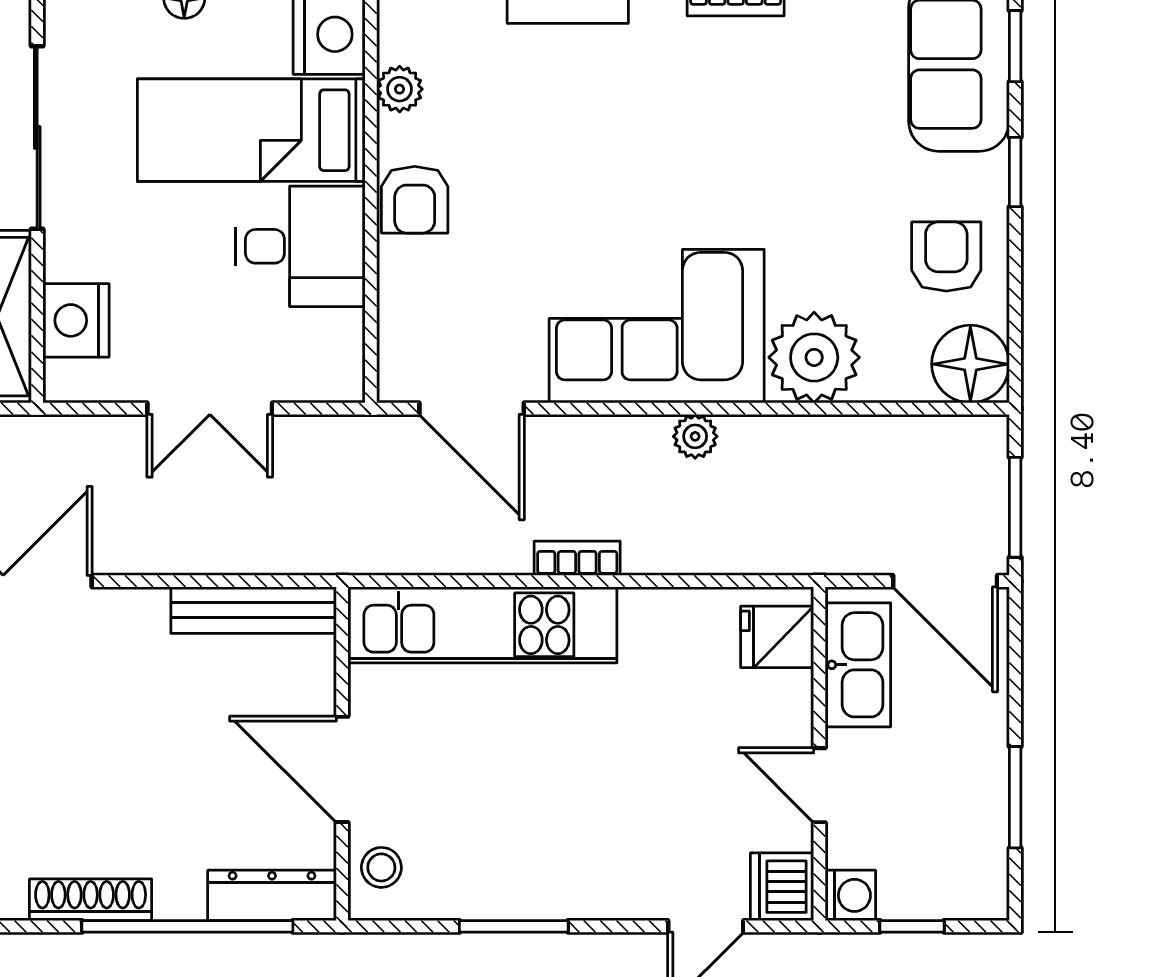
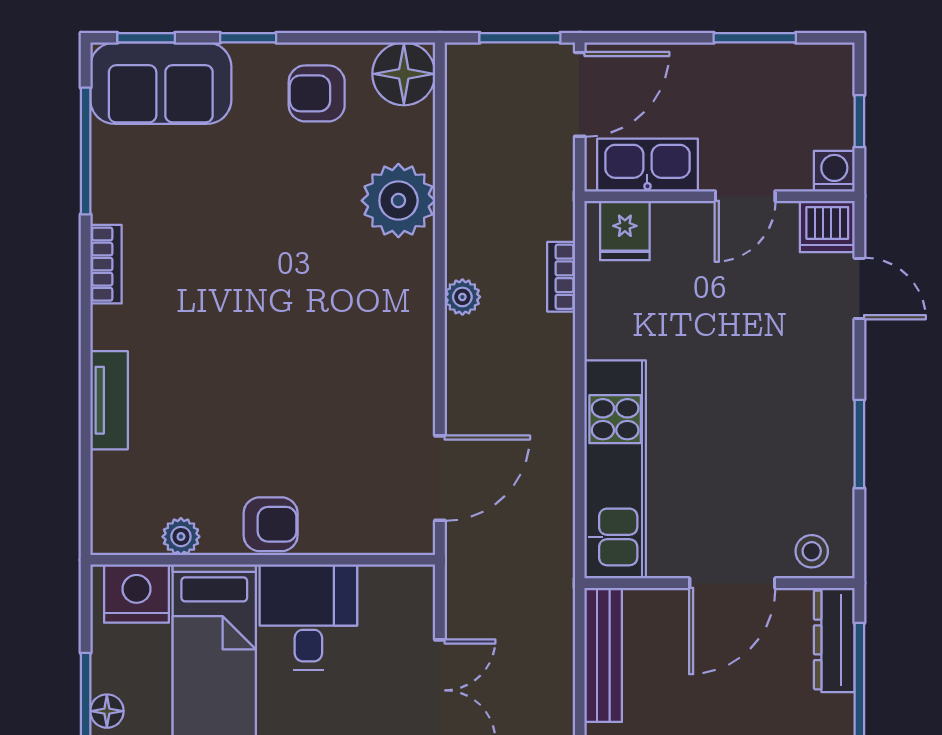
corner sofa: (657, 326) -> (373, 328), removed
bookcase: (577, 558) -> (561, 277), moved

